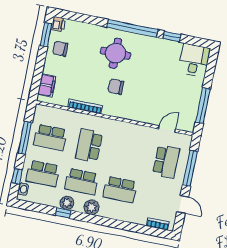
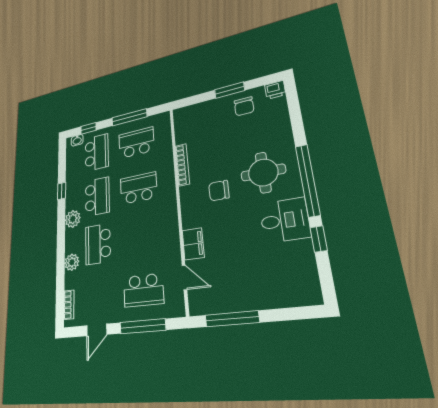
window: (46, 35) -> (230, 90), moved
chair: (60, 49) -> (244, 106), turned 180
desk: (194, 60) -> (285, 220), moved
filing cabinet: (47, 85) -> (193, 244), moved, turned -90
chair: (116, 87) -> (219, 191), turned -90
school desk: (50, 137) -> (136, 143), turned 90
school desk: (43, 174) -> (97, 152), turned 180
school desk: (81, 182) -> (97, 197), turned 180
plant: (67, 203) -> (72, 262), moved

